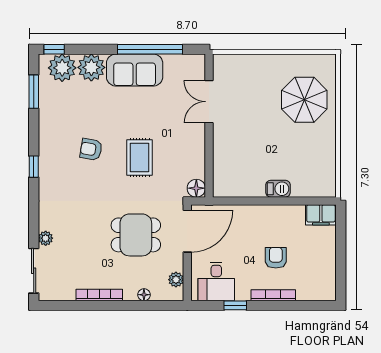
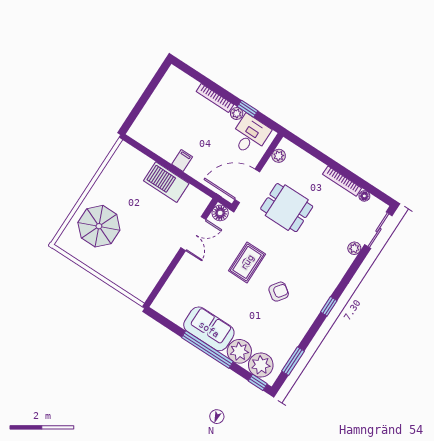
window: (150, 49) -> (207, 350), moved
double door: (209, 102) -> (193, 234), moved
armchair: (91, 149) -> (279, 292), turned -64
barbecue: (278, 189) -> (166, 182), width x1.88, depth x1.53
filing cabinet: (321, 215) -> (182, 161), moved, width x0.50
armchair: (276, 258) -> (195, 124), removed
plant: (243, 294) -> (237, 114), added
floor lamp: (144, 295) -> (364, 196), moved

